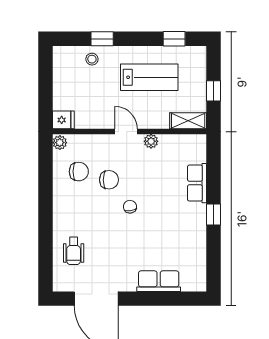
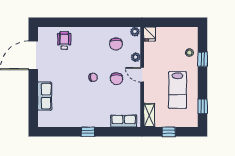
door: (126, 132) -> (142, 75), swing flipped
plant: (151, 141) -> (136, 57), moved
chair: (109, 180) -> (117, 79), moved
row of seats: (197, 183) -> (124, 121), moved
wheelchair: (74, 251) -> (64, 41), turned 90

